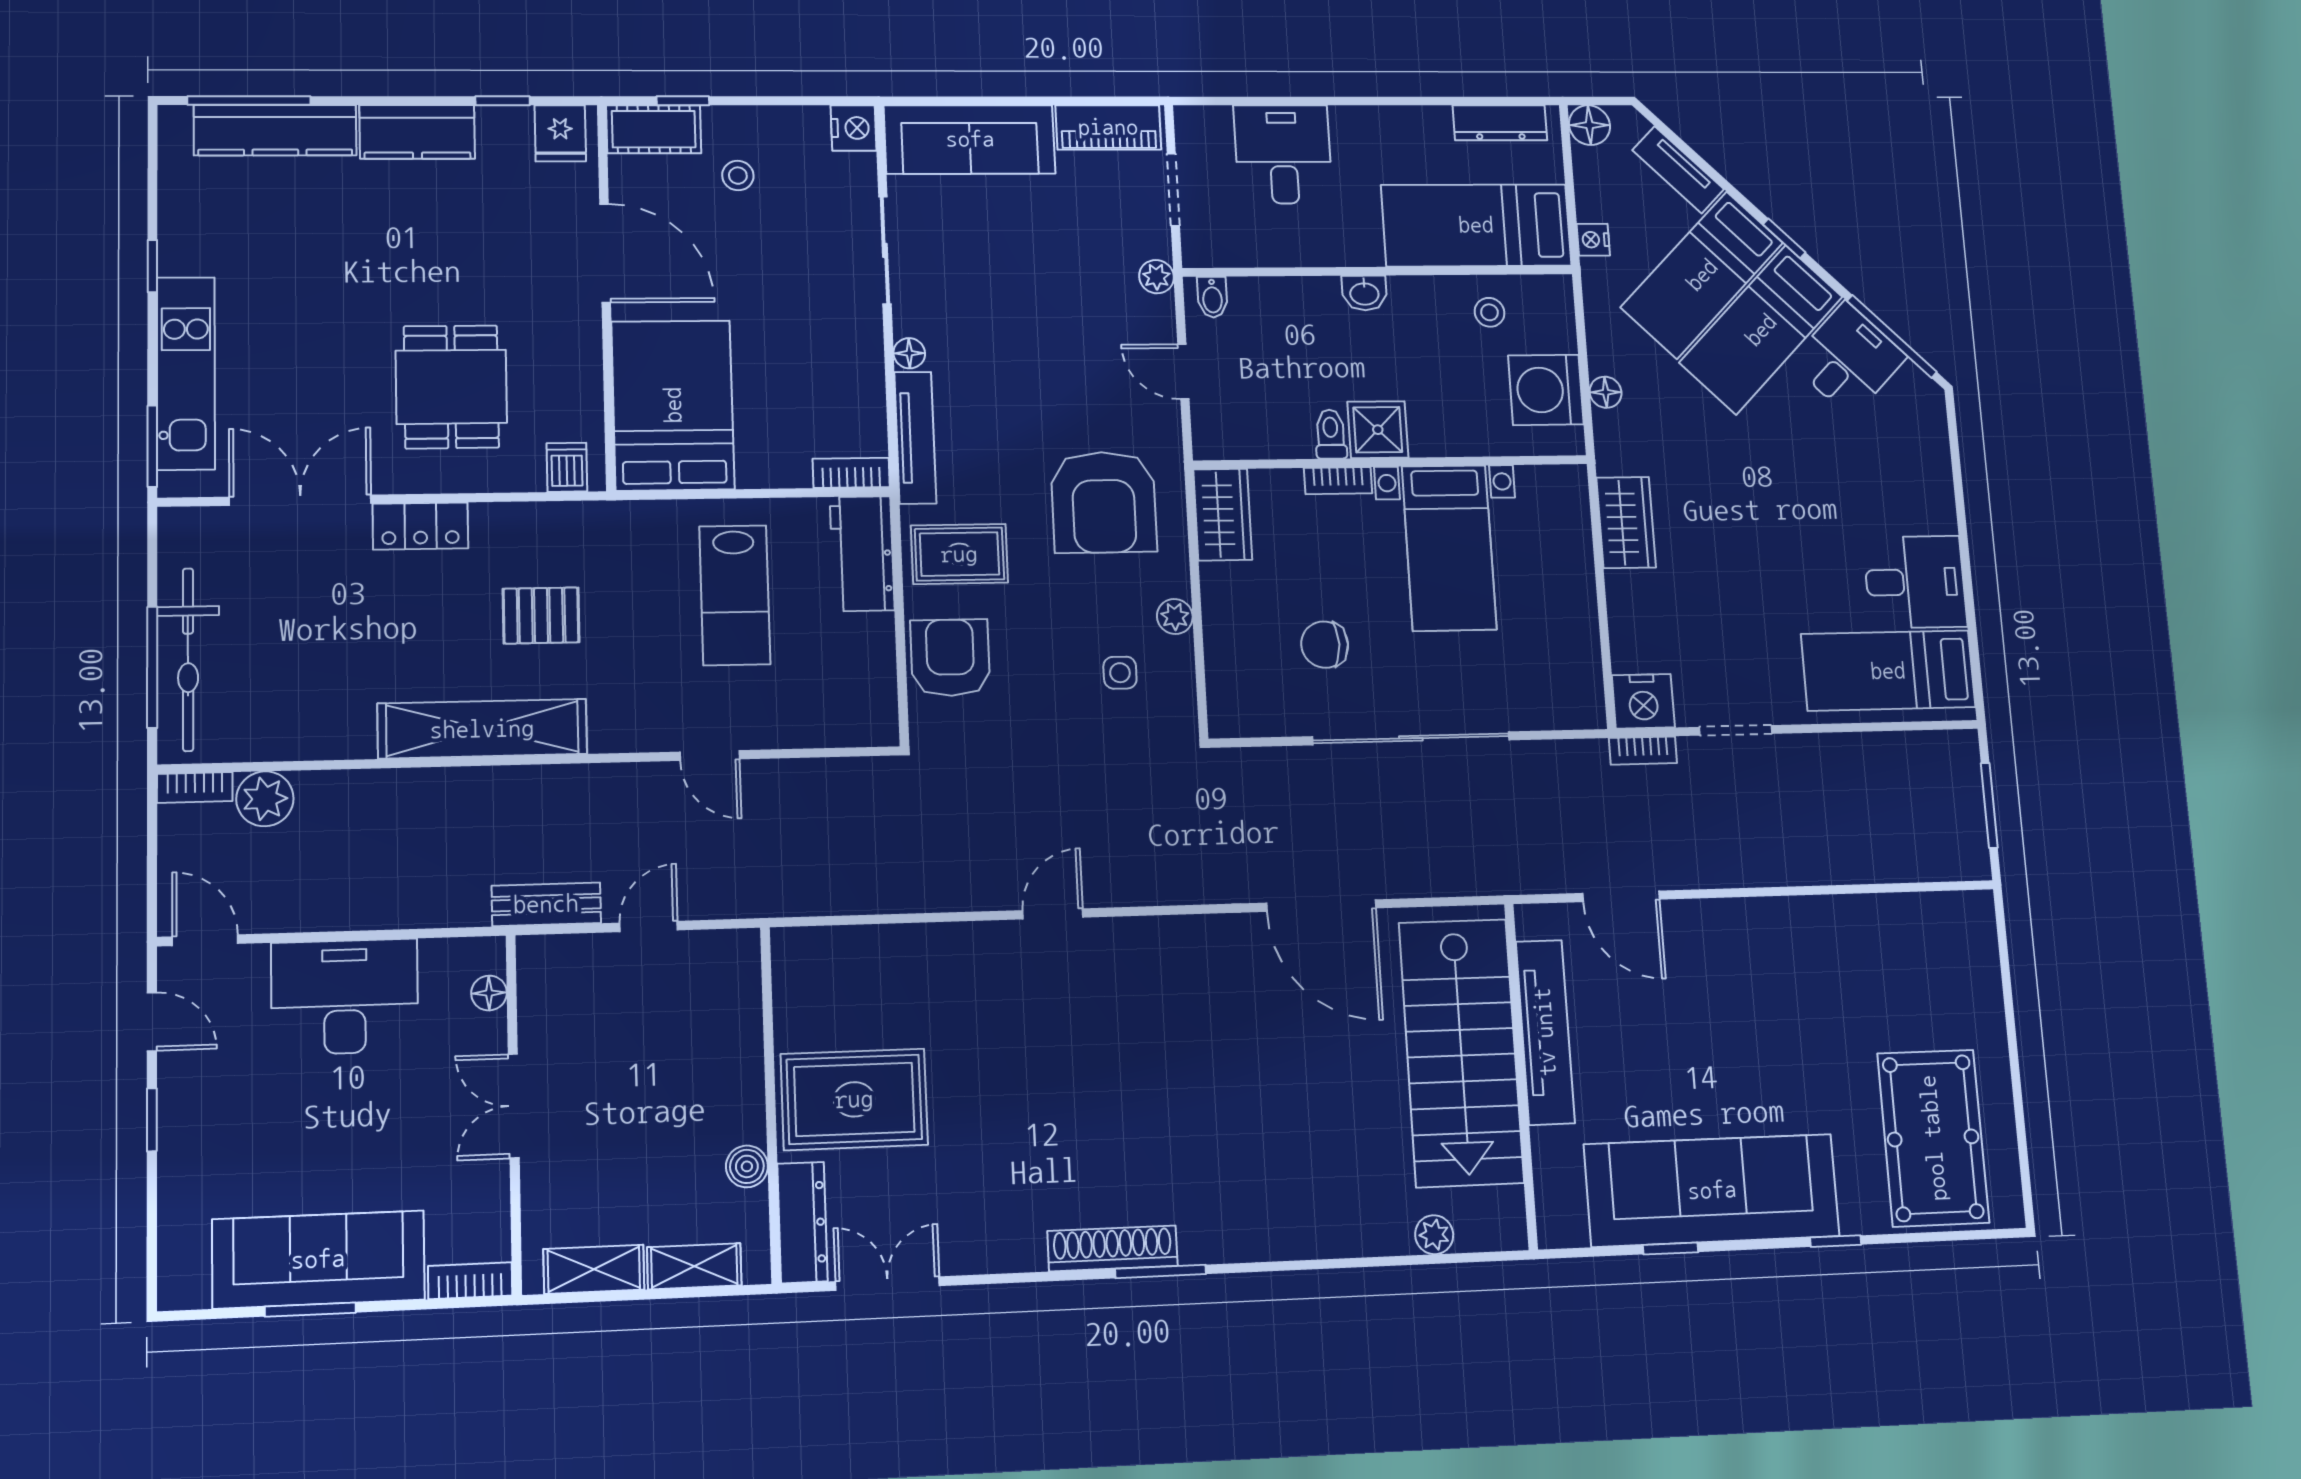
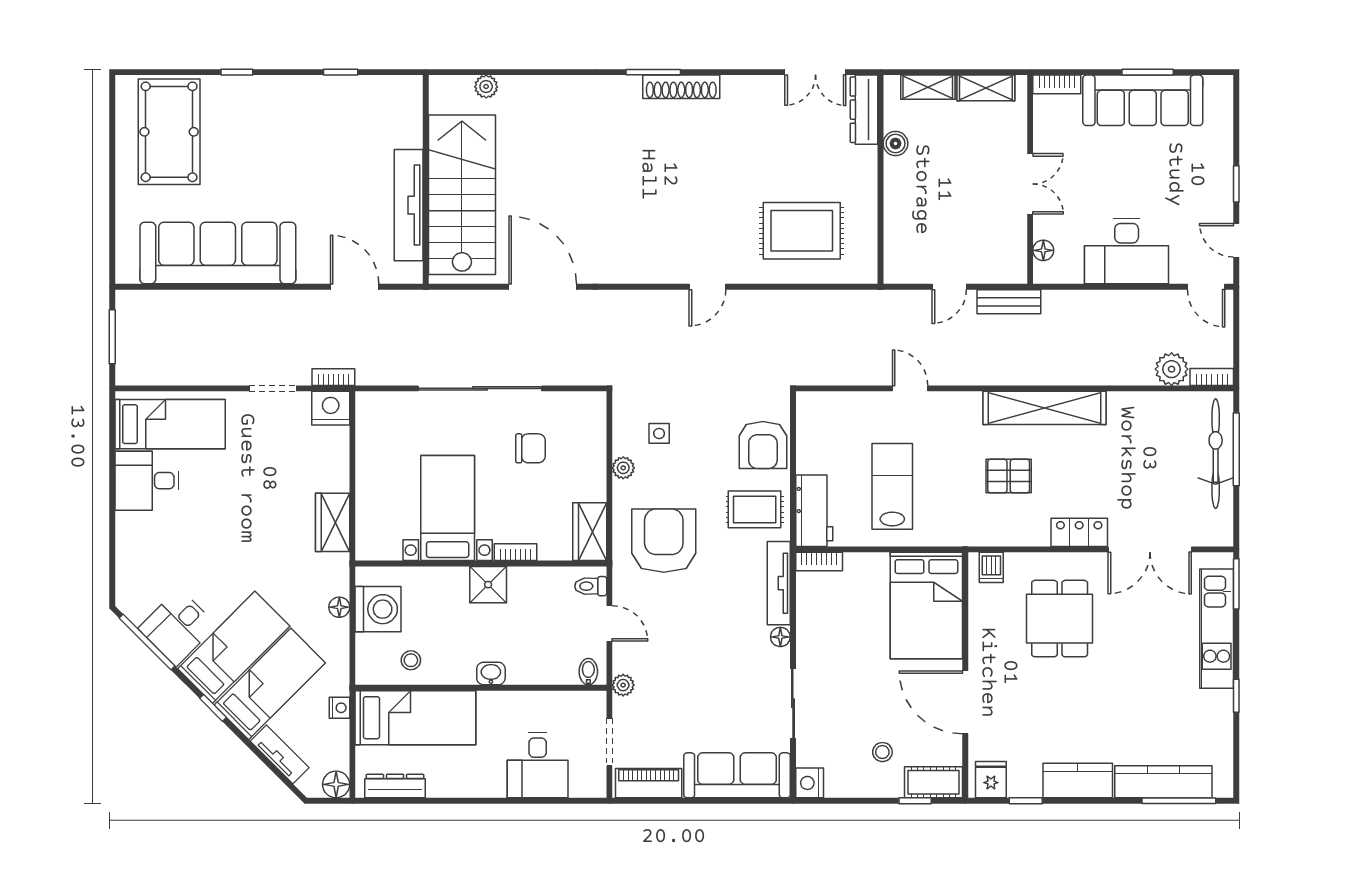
toilet: (1331, 434) -> (591, 586), moved, turned 90
rug: (854, 1099) -> (802, 231), moved
sofa: (1712, 1190) -> (218, 253), moved, turned 180

